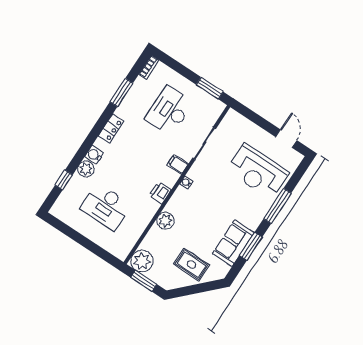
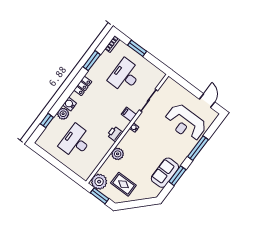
window: (210, 88) -> (137, 48), moved
desk: (106, 207) -> (76, 141), turned 90
rug: (191, 265) -> (123, 184), moved

